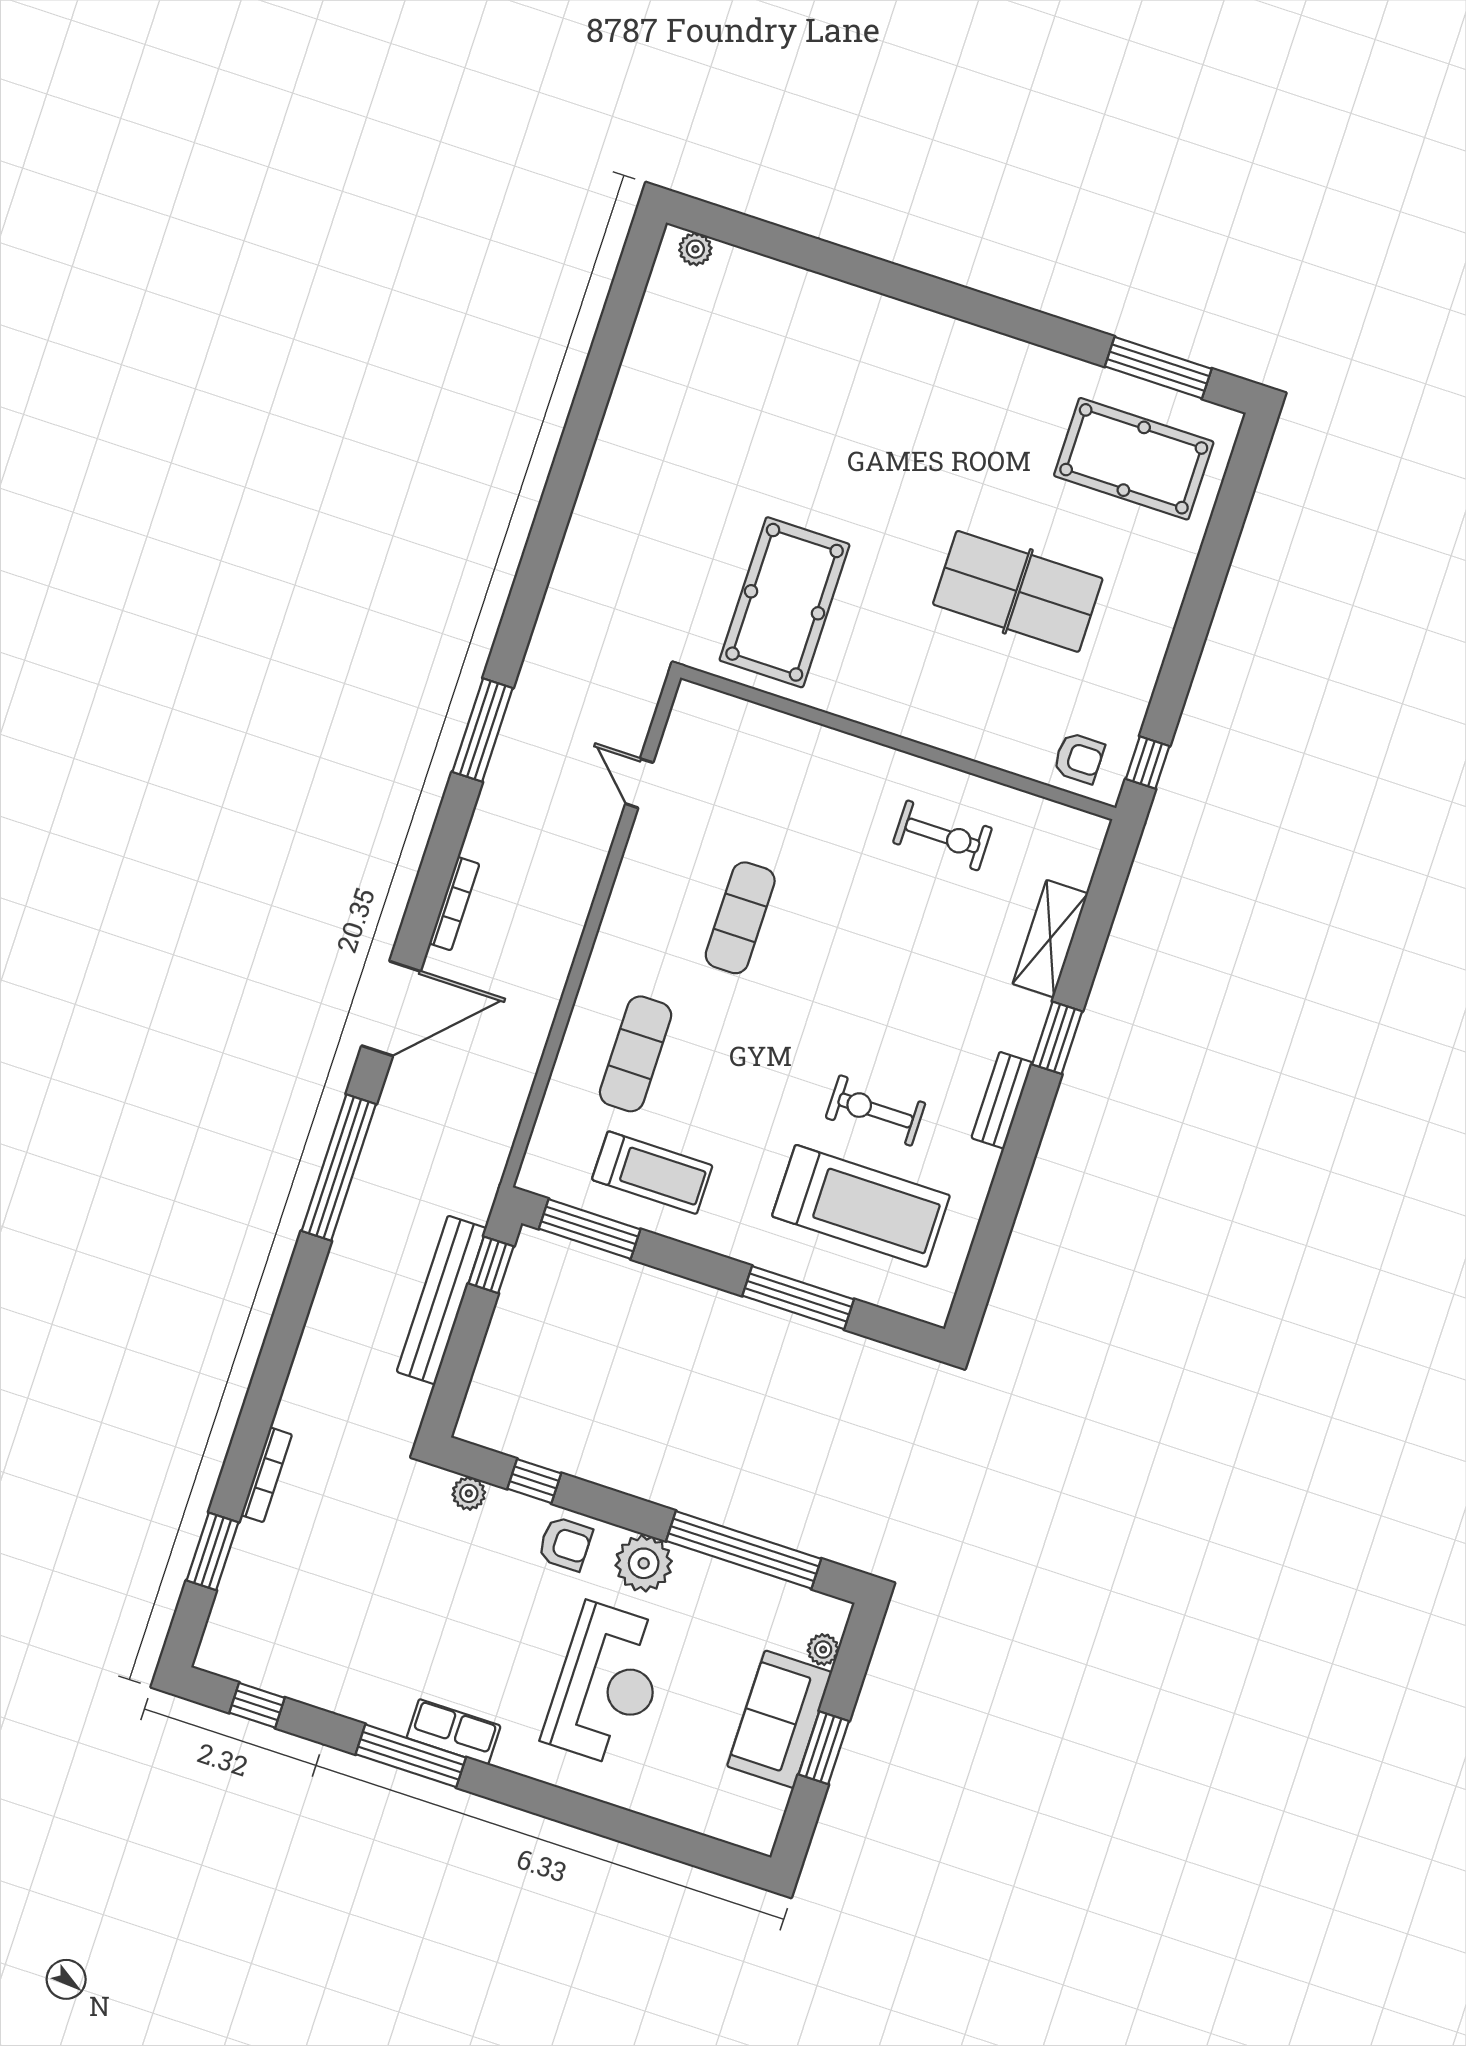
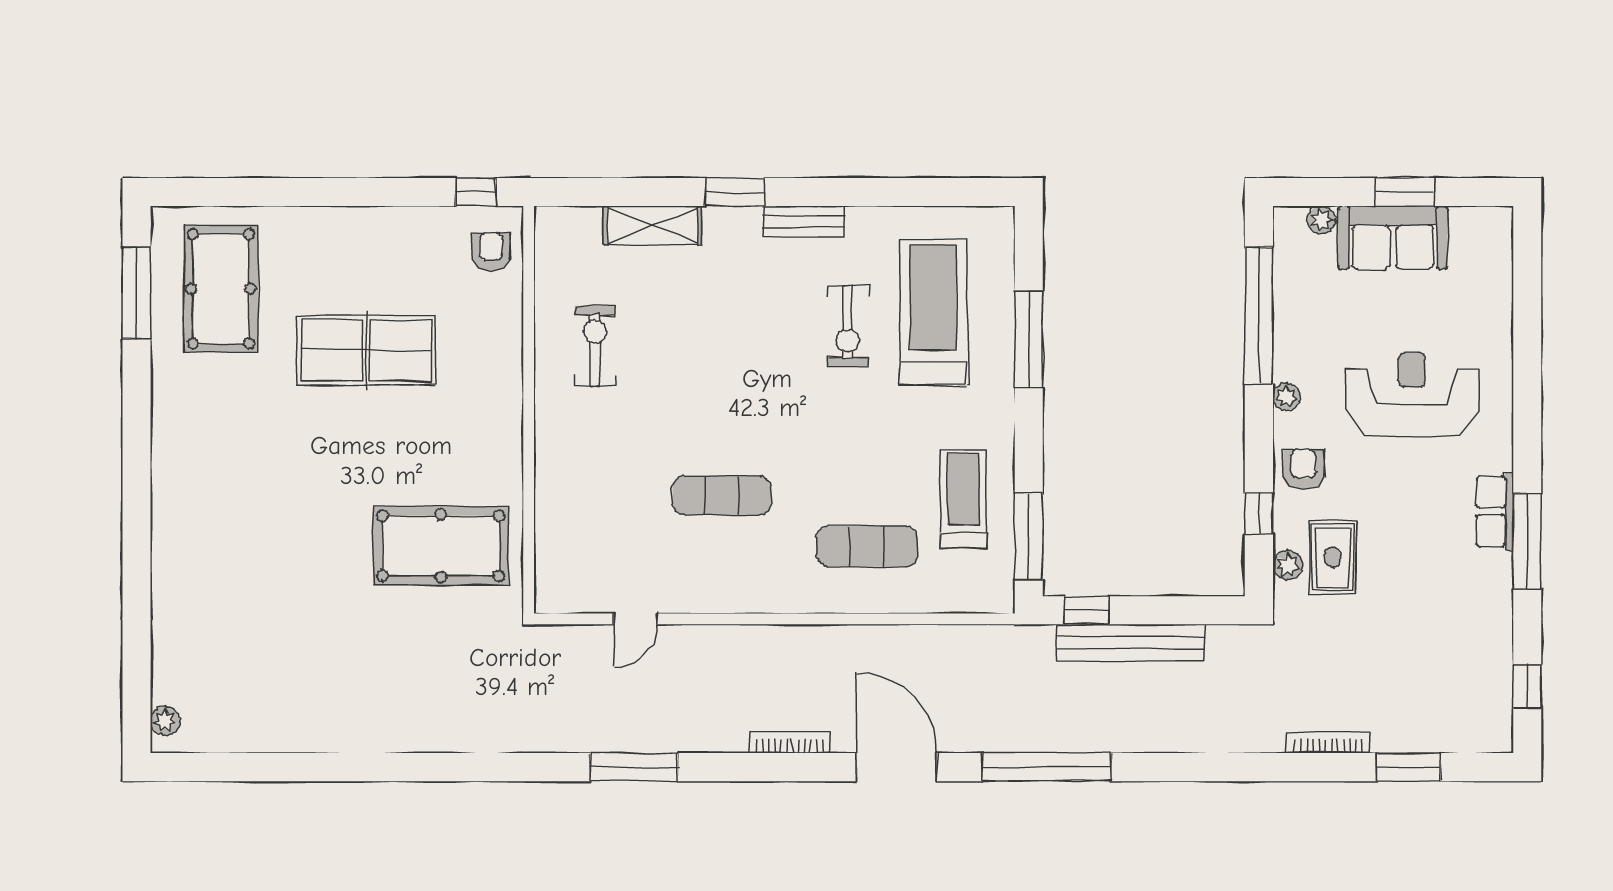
table tennis table: (1018, 591) -> (366, 350), turned 90
rug: (461, 1544) -> (1333, 557), added
plant: (644, 1563) -> (1286, 397), width x0.53, depth x0.53

